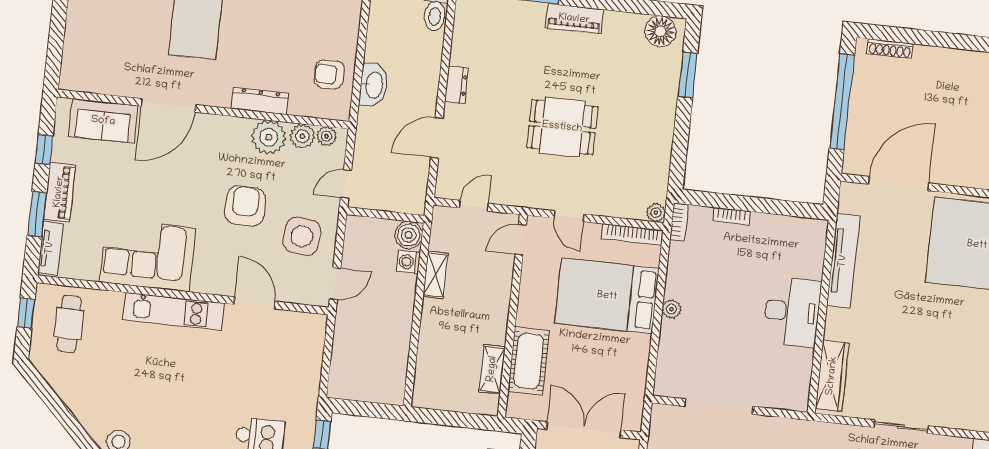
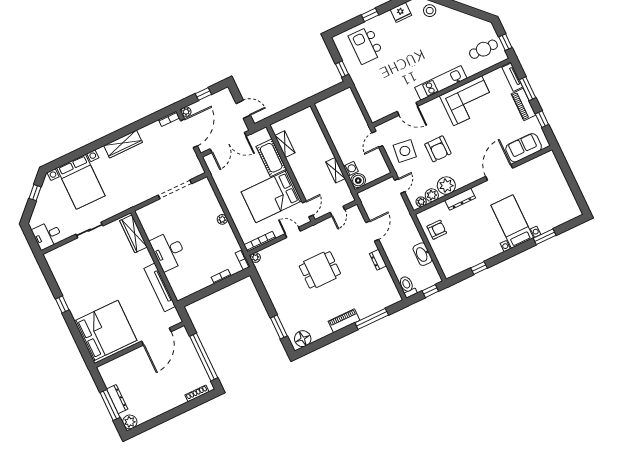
washbasin: (374, 85) -> (423, 254), moved
bed: (607, 296) -> (271, 196), moved, turned 180
cafe table: (69, 324) -> (483, 49), turned 90

